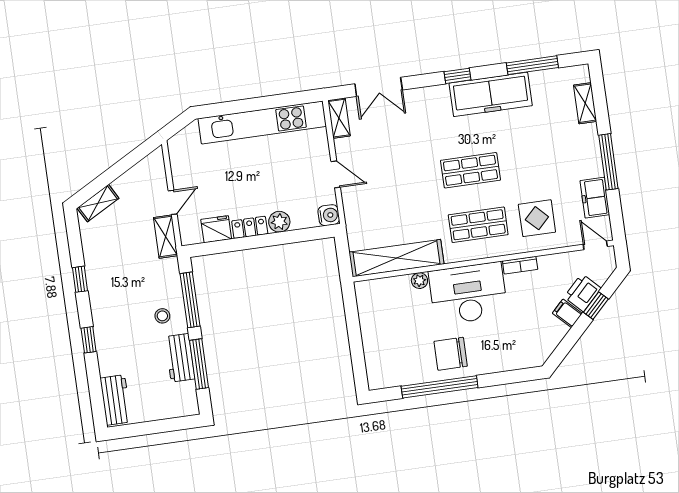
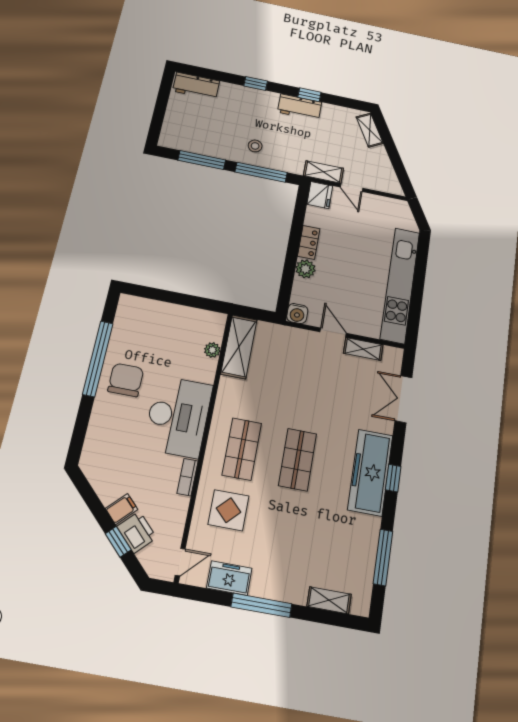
freezer: (491, 94) -> (370, 472), moved
shelving: (339, 118) -> (363, 349), moved
door: (336, 174) -> (333, 332), swing flipped
fridge: (216, 229) -> (320, 195), moved
shelving: (397, 258) -> (239, 347), width x0.68
plant: (419, 281) -> (212, 350), moved
workbench: (180, 358) -> (300, 107), moved, turned 180

